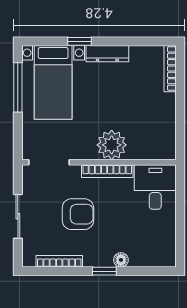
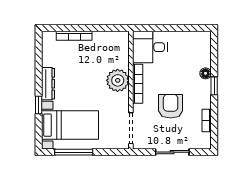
bookcase: (170, 69) -> (74, 36), moved
bookcase: (59, 261) -> (207, 120), width x0.64

